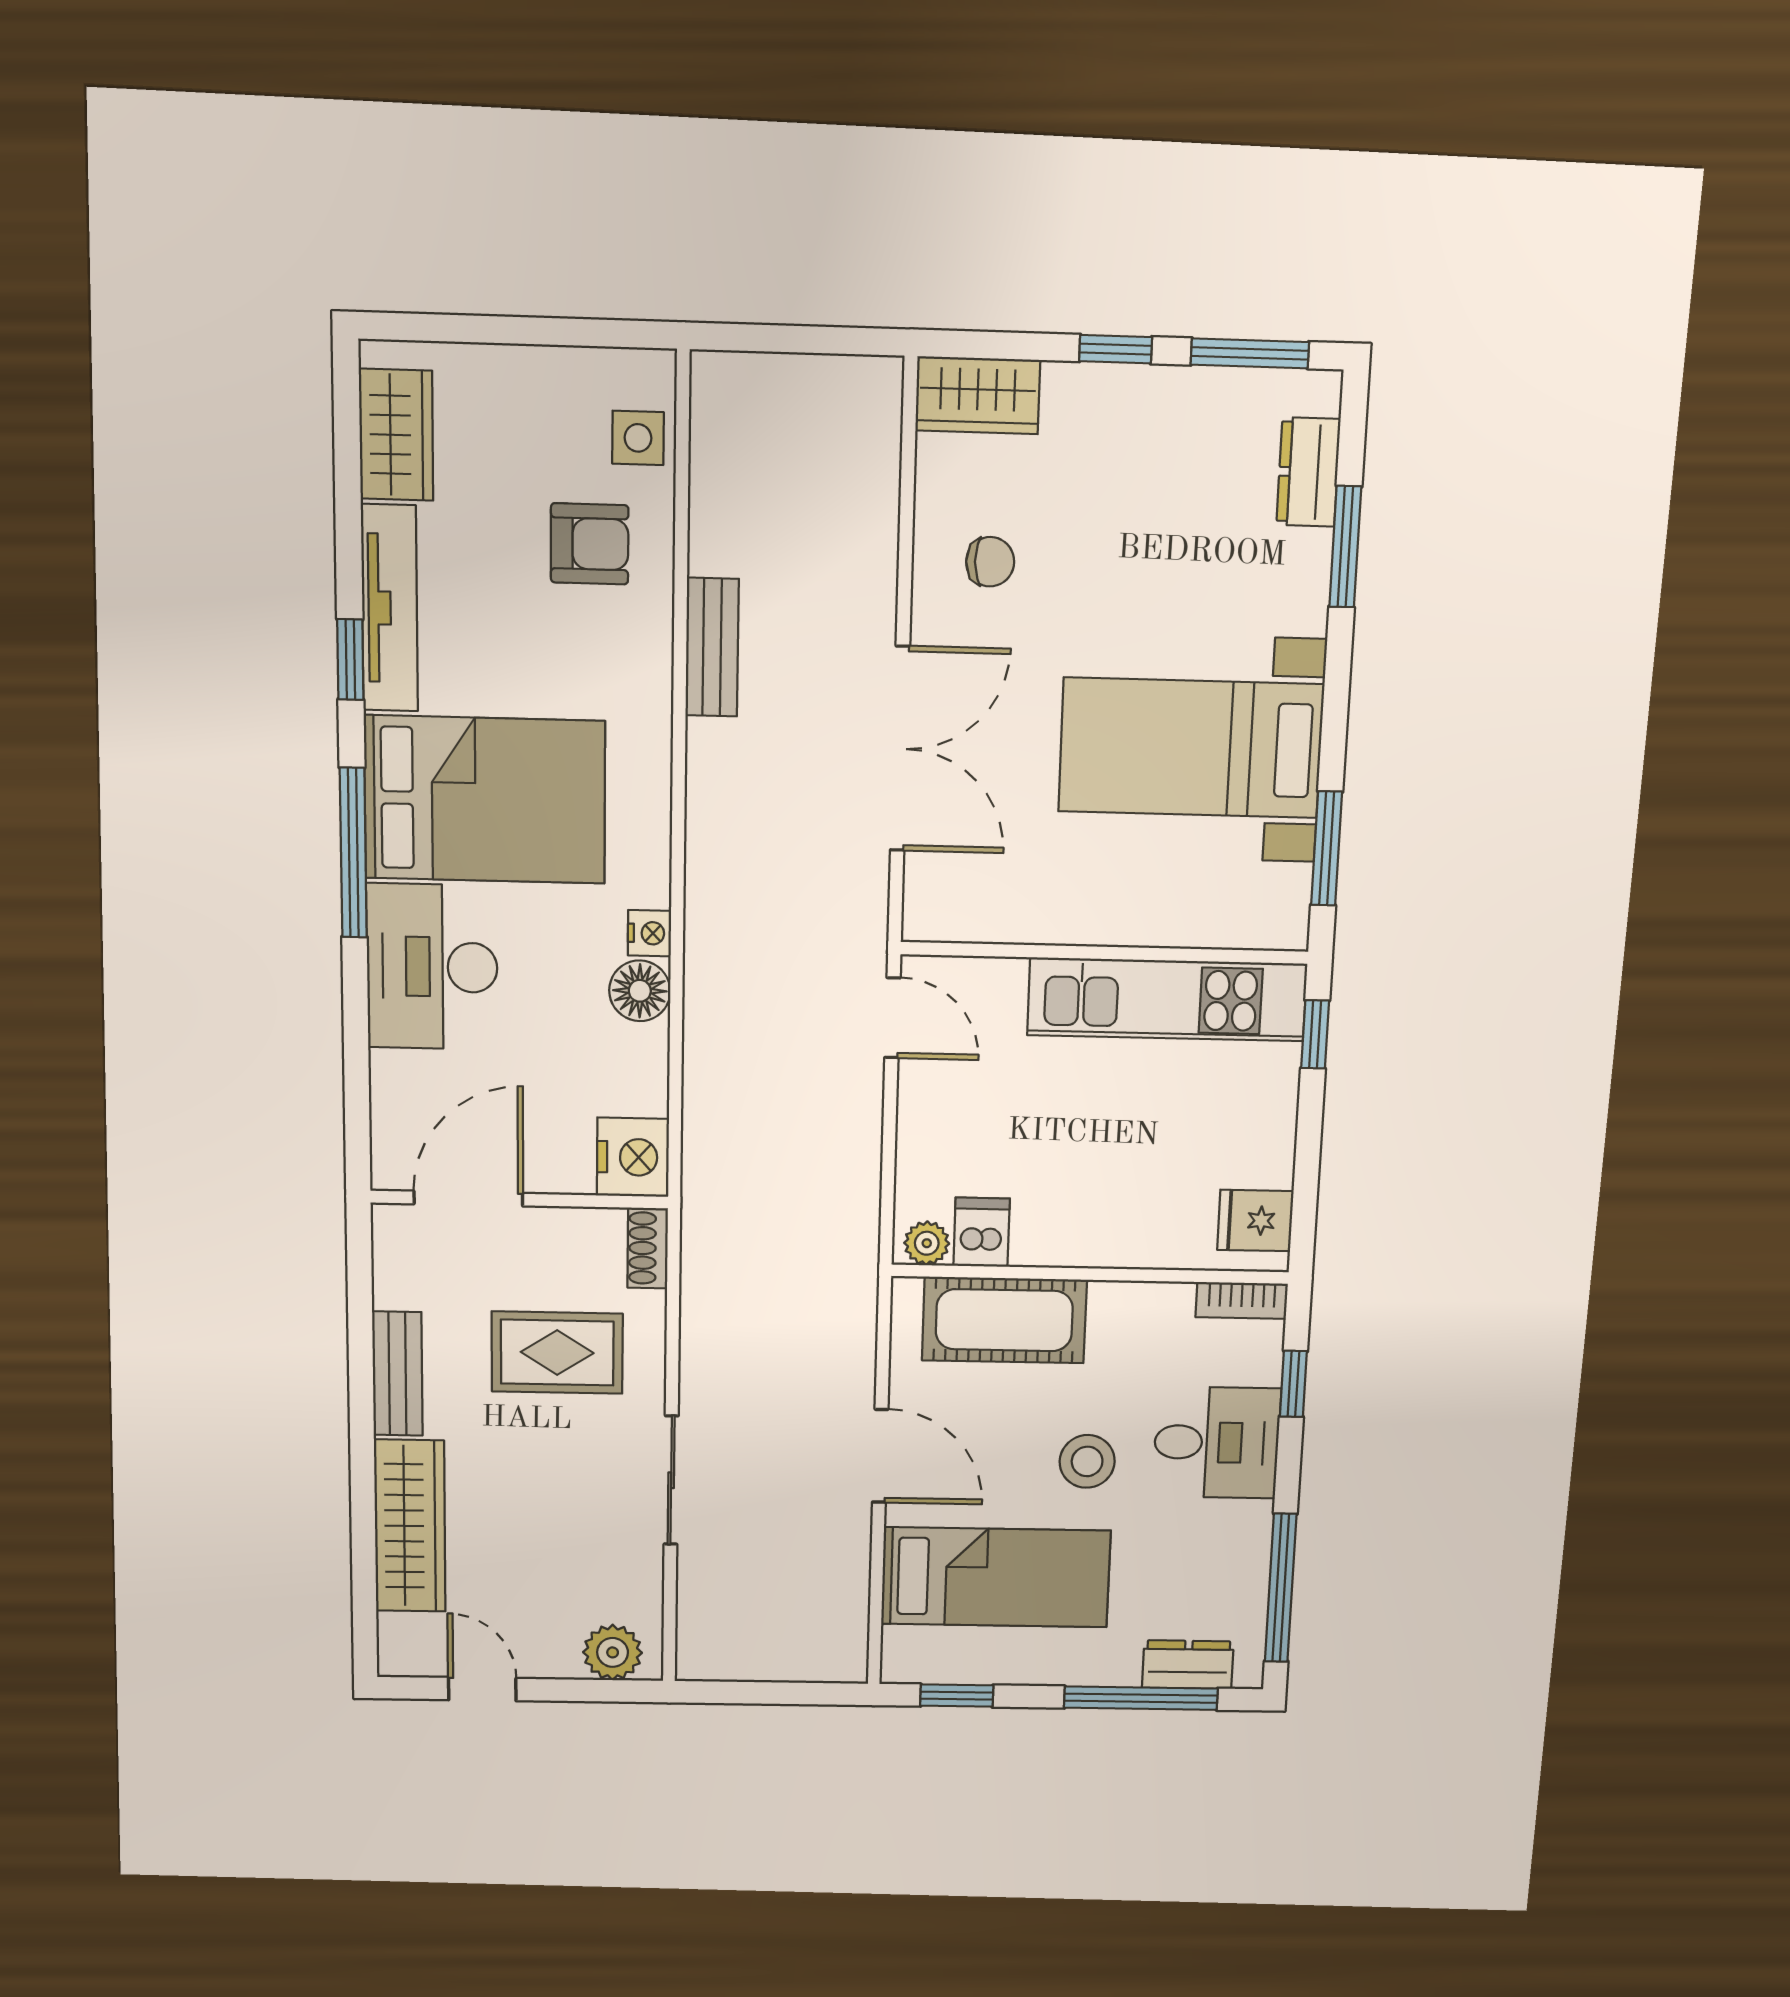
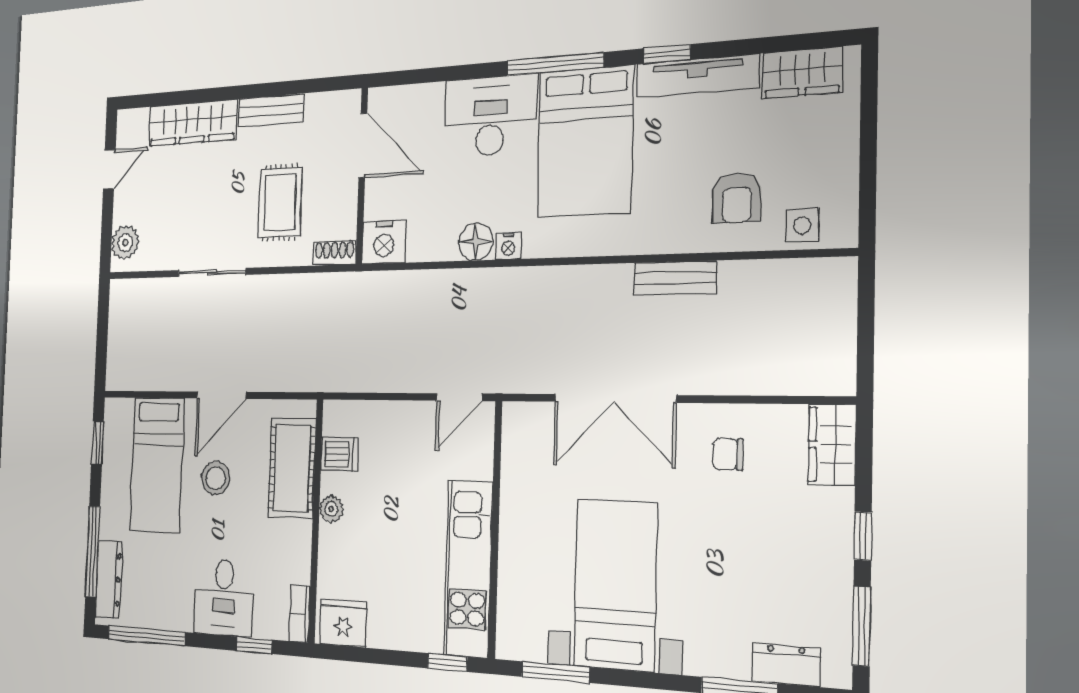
chair: (990, 562) -> (728, 454), turned 91
fridge: (1255, 1221) -> (343, 623), width x1.38
plant: (927, 1243) -> (331, 509), moved
stool: (1087, 1461) -> (216, 478), moved
dresser: (1188, 1665) -> (109, 579), width x1.44

